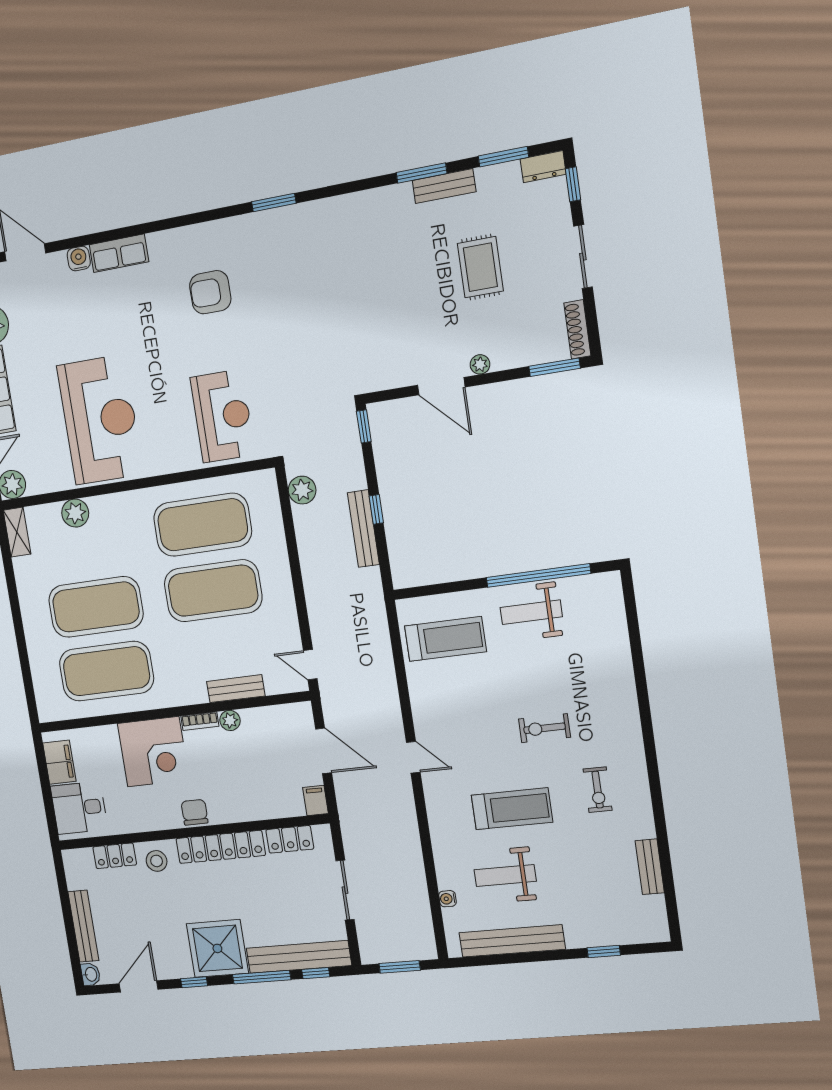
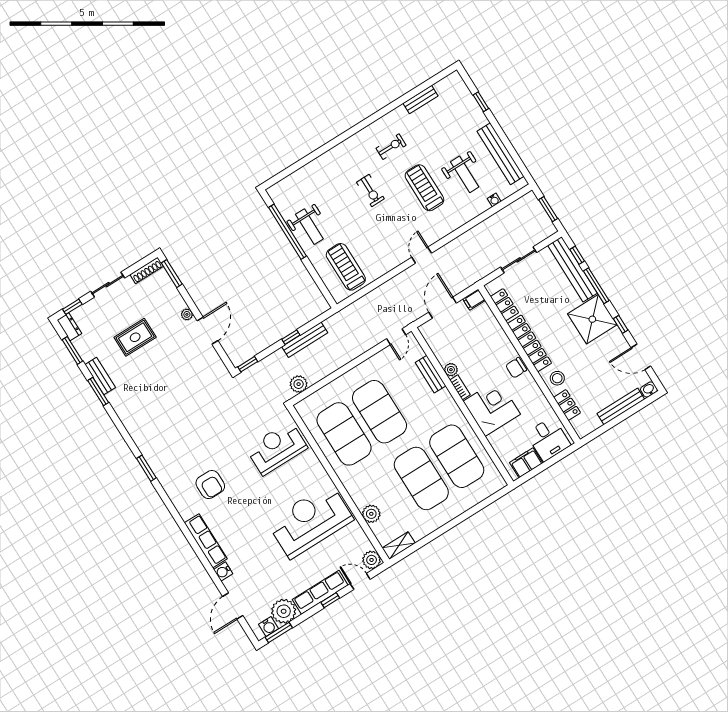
row of seats: (119, 253) -> (206, 541), width x1.48

